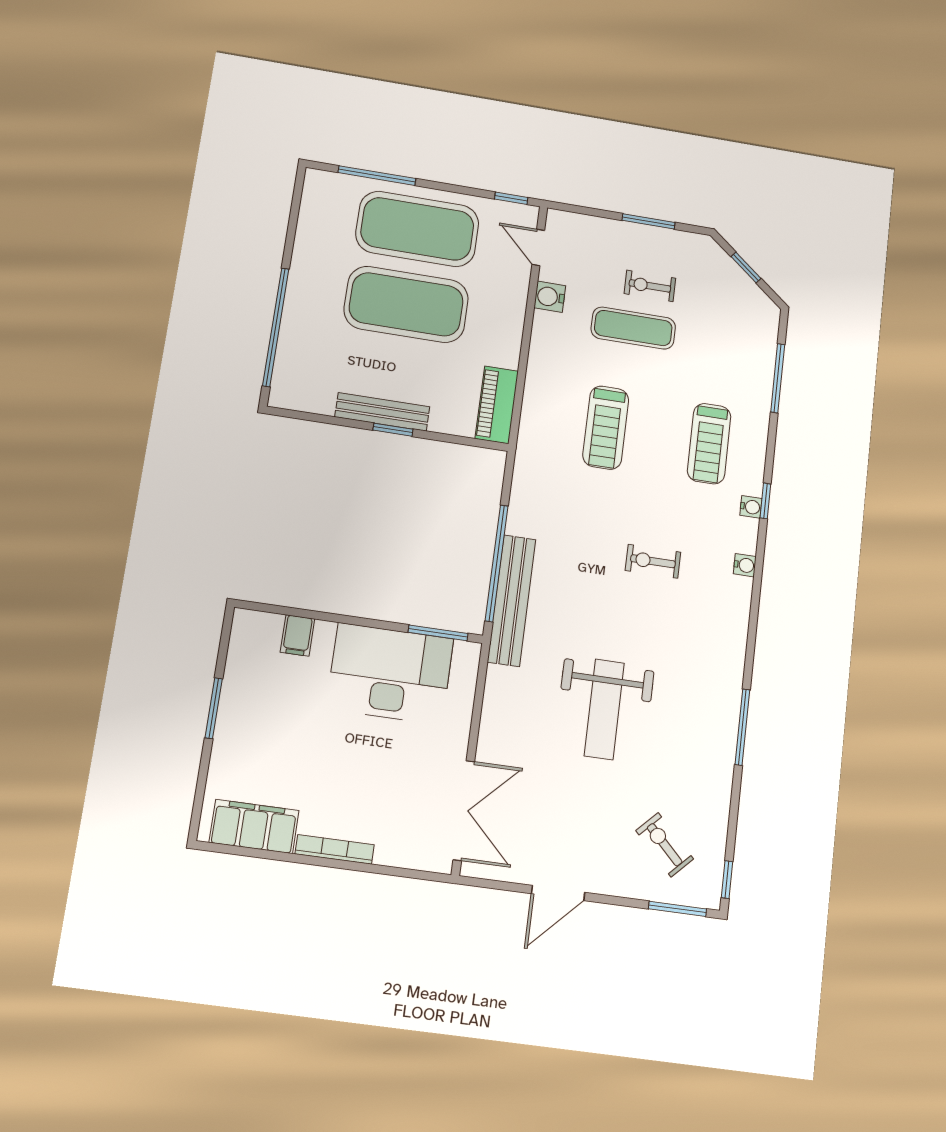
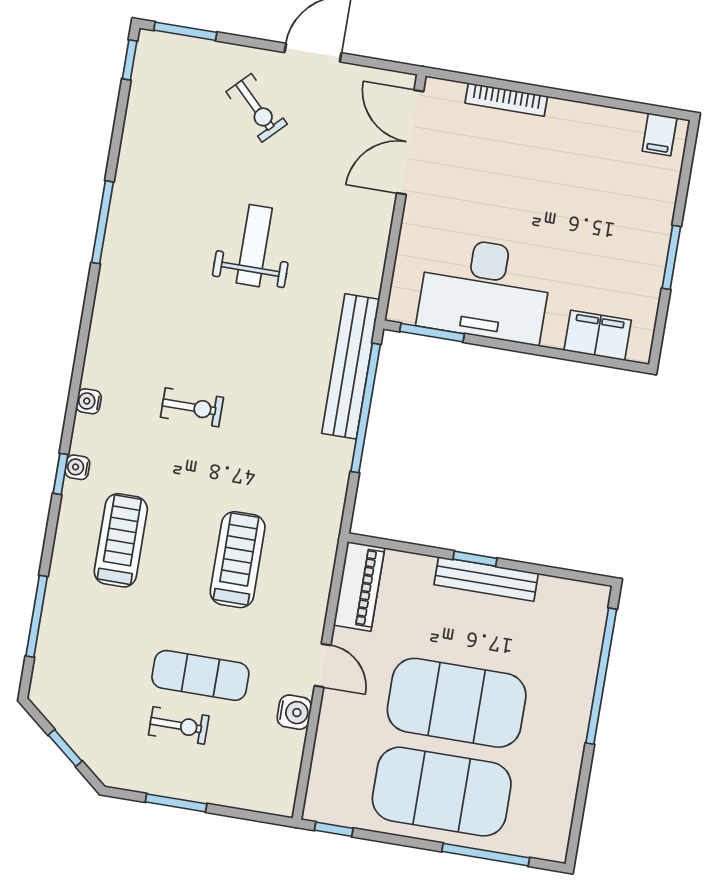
door: (538, 247) -> (323, 665), moved
filing cabinet: (297, 635) -> (598, 335), width x2.00
weight bench: (604, 709) -> (254, 246), width x0.73, depth x0.75
filing cabinet: (254, 827) -> (660, 134), width x0.33, depth x0.86
exercise bike: (665, 845) -> (257, 108), moved
bookcase: (335, 849) -> (506, 100), moved

